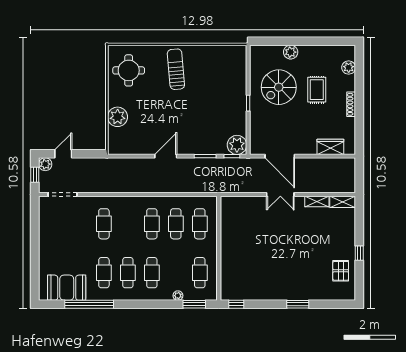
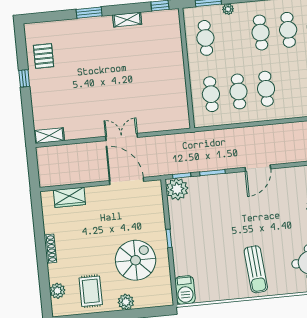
barbecue: (239, 57) -> (185, 290), added
rug: (317, 90) -> (91, 291), moved
shelving: (317, 201) -> (127, 20), moved

